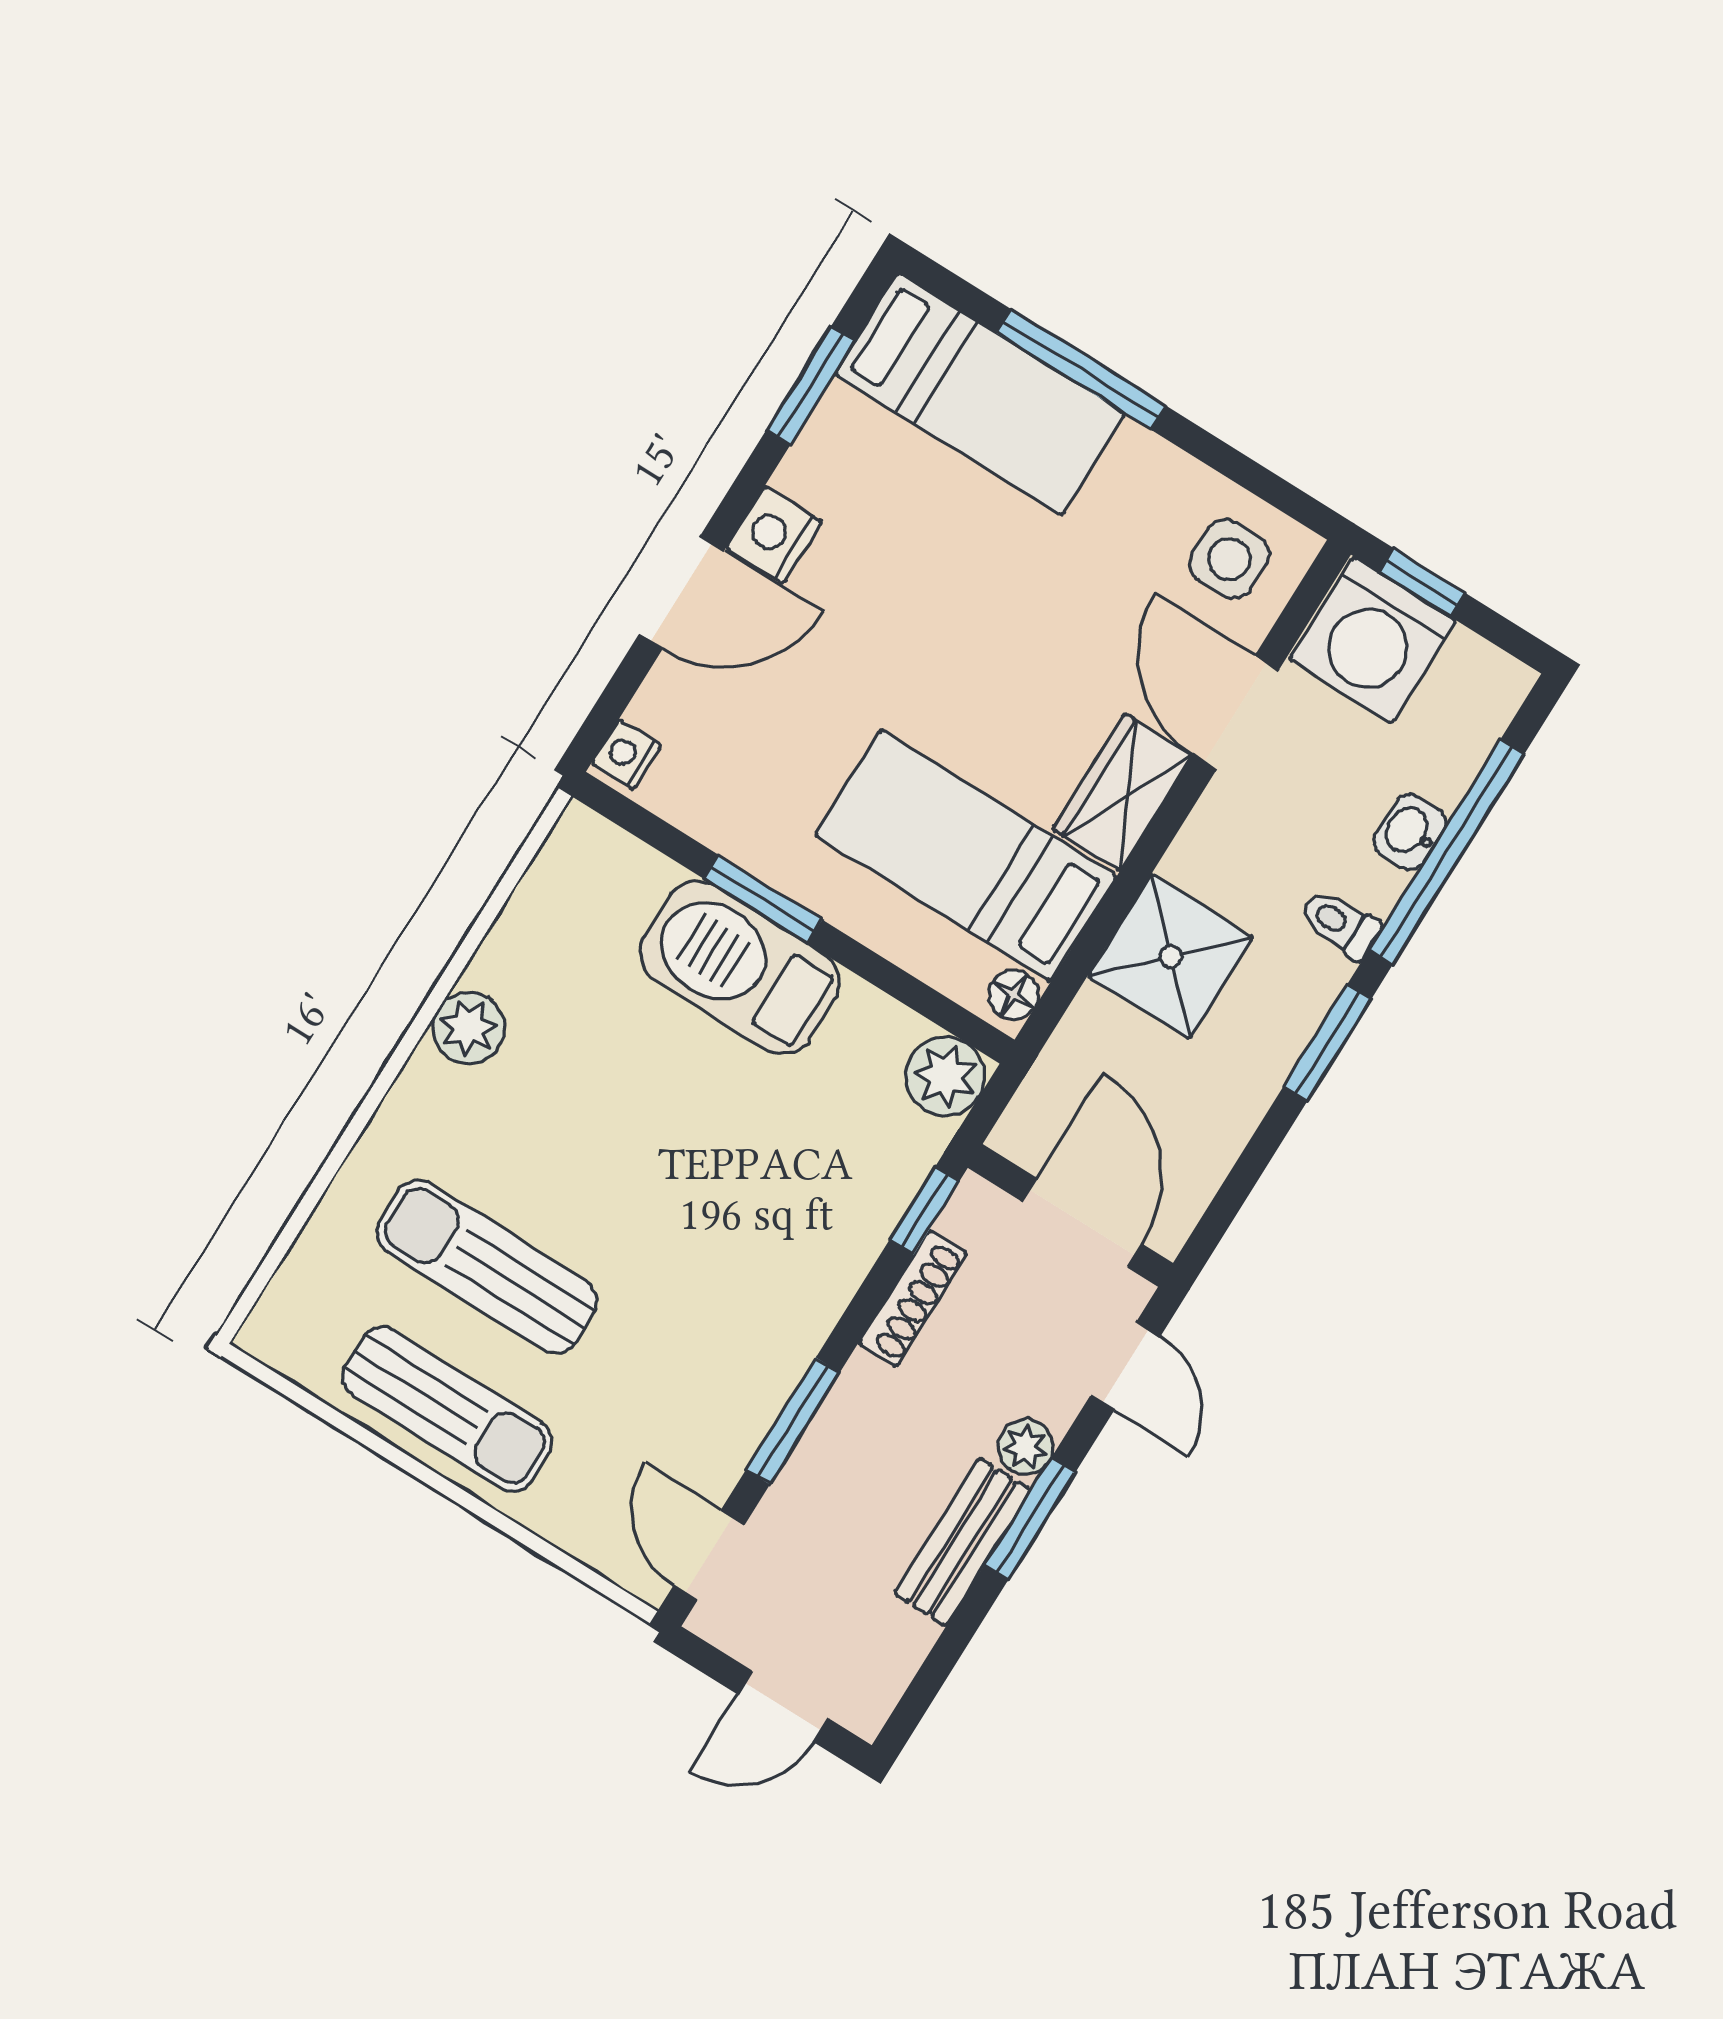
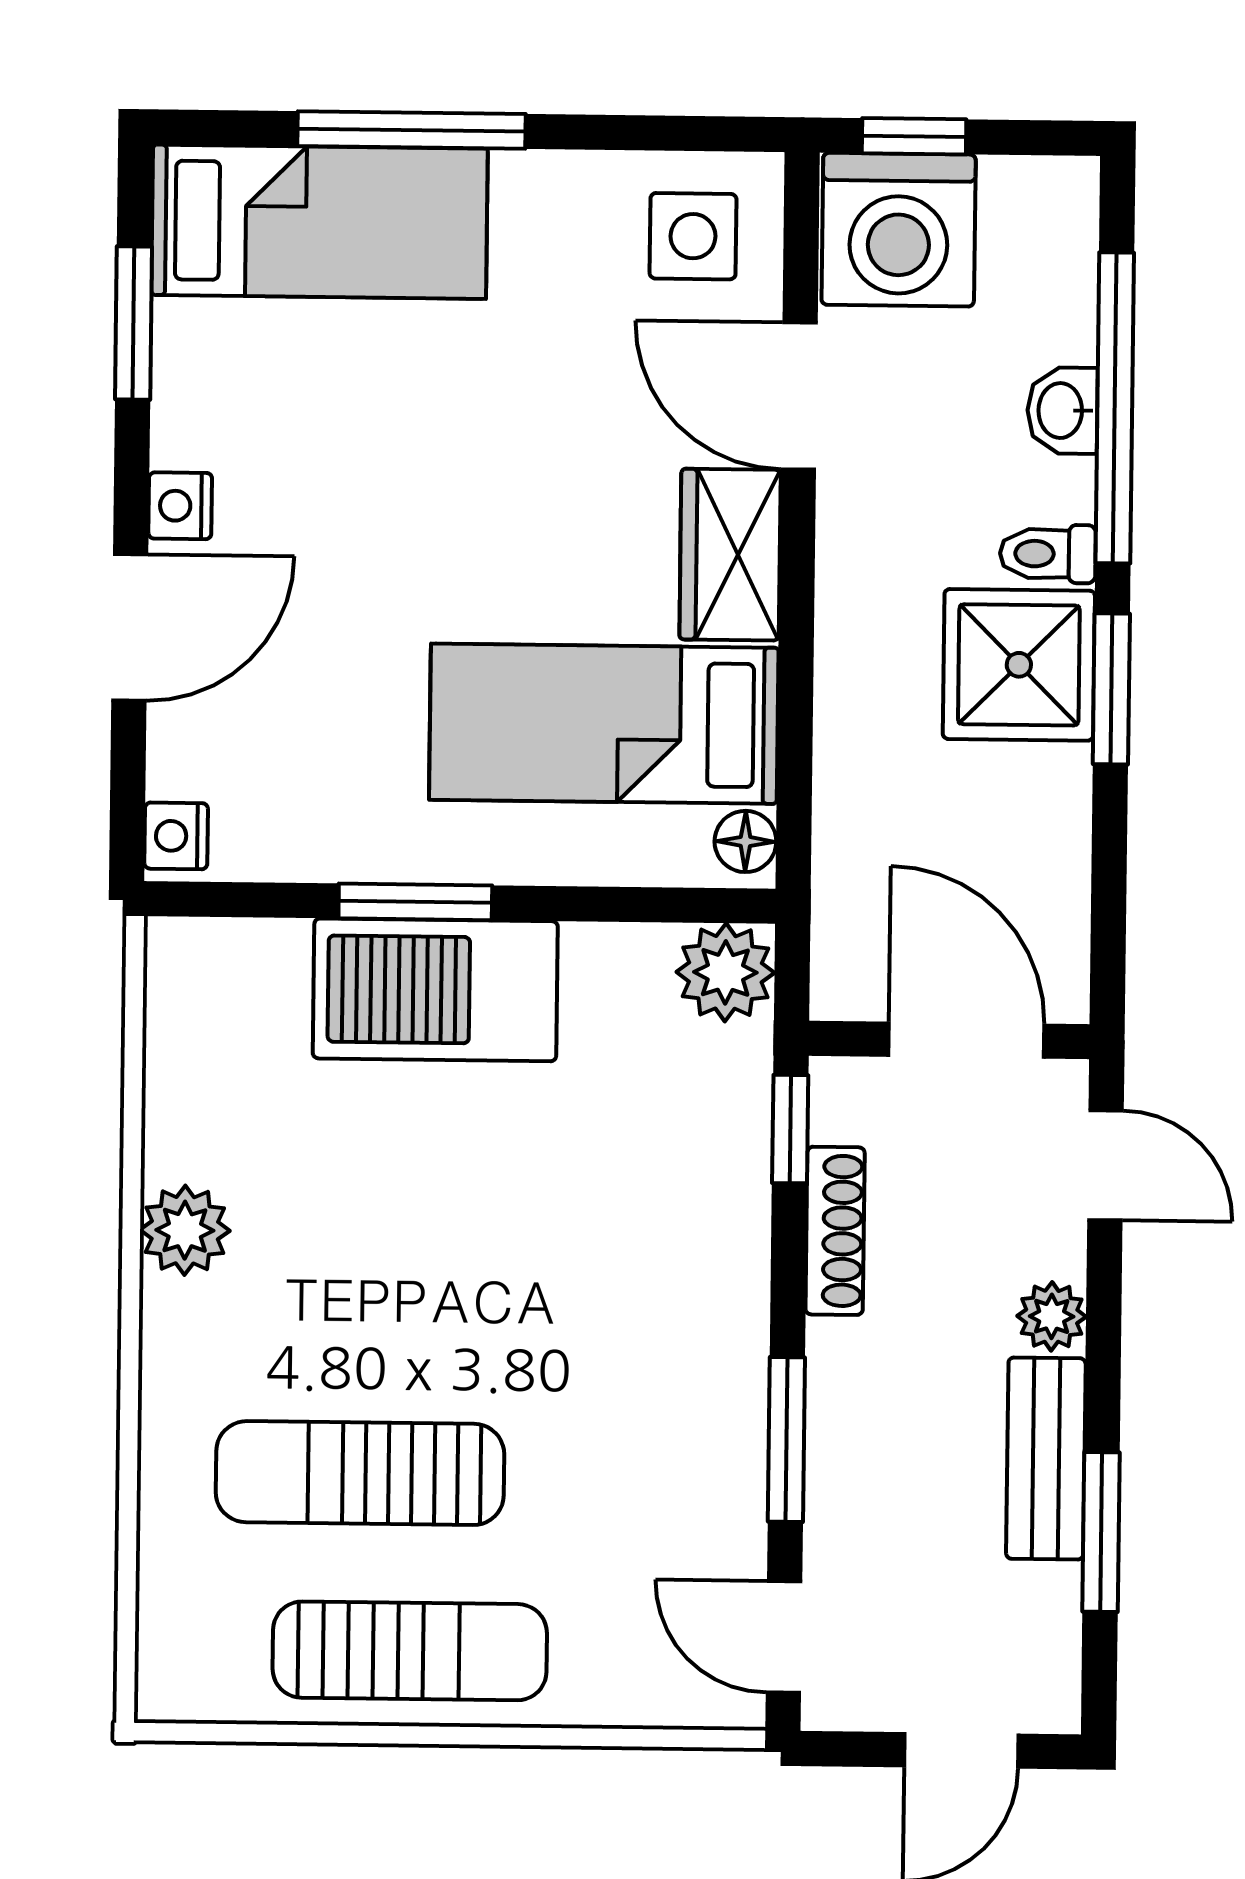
nightstand: (774, 535) -> (180, 506), width x0.72, depth x0.74
shower: (1171, 956) -> (1019, 665), moved
window: (1030, 1519) -> (1101, 1532), moved

